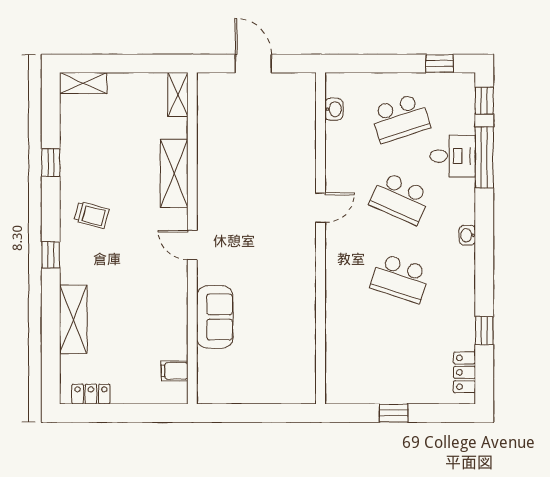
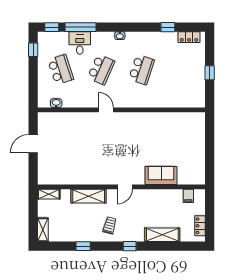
shelving: (178, 95) -> (49, 194), moved
shelving: (174, 173) -> (89, 196), moved
wall: (192, 238) -> (121, 187), moved
door: (192, 245) -> (125, 187), moved
sofa: (215, 317) -> (161, 175), moved
filing cabinet: (175, 371) -> (188, 196), moved

